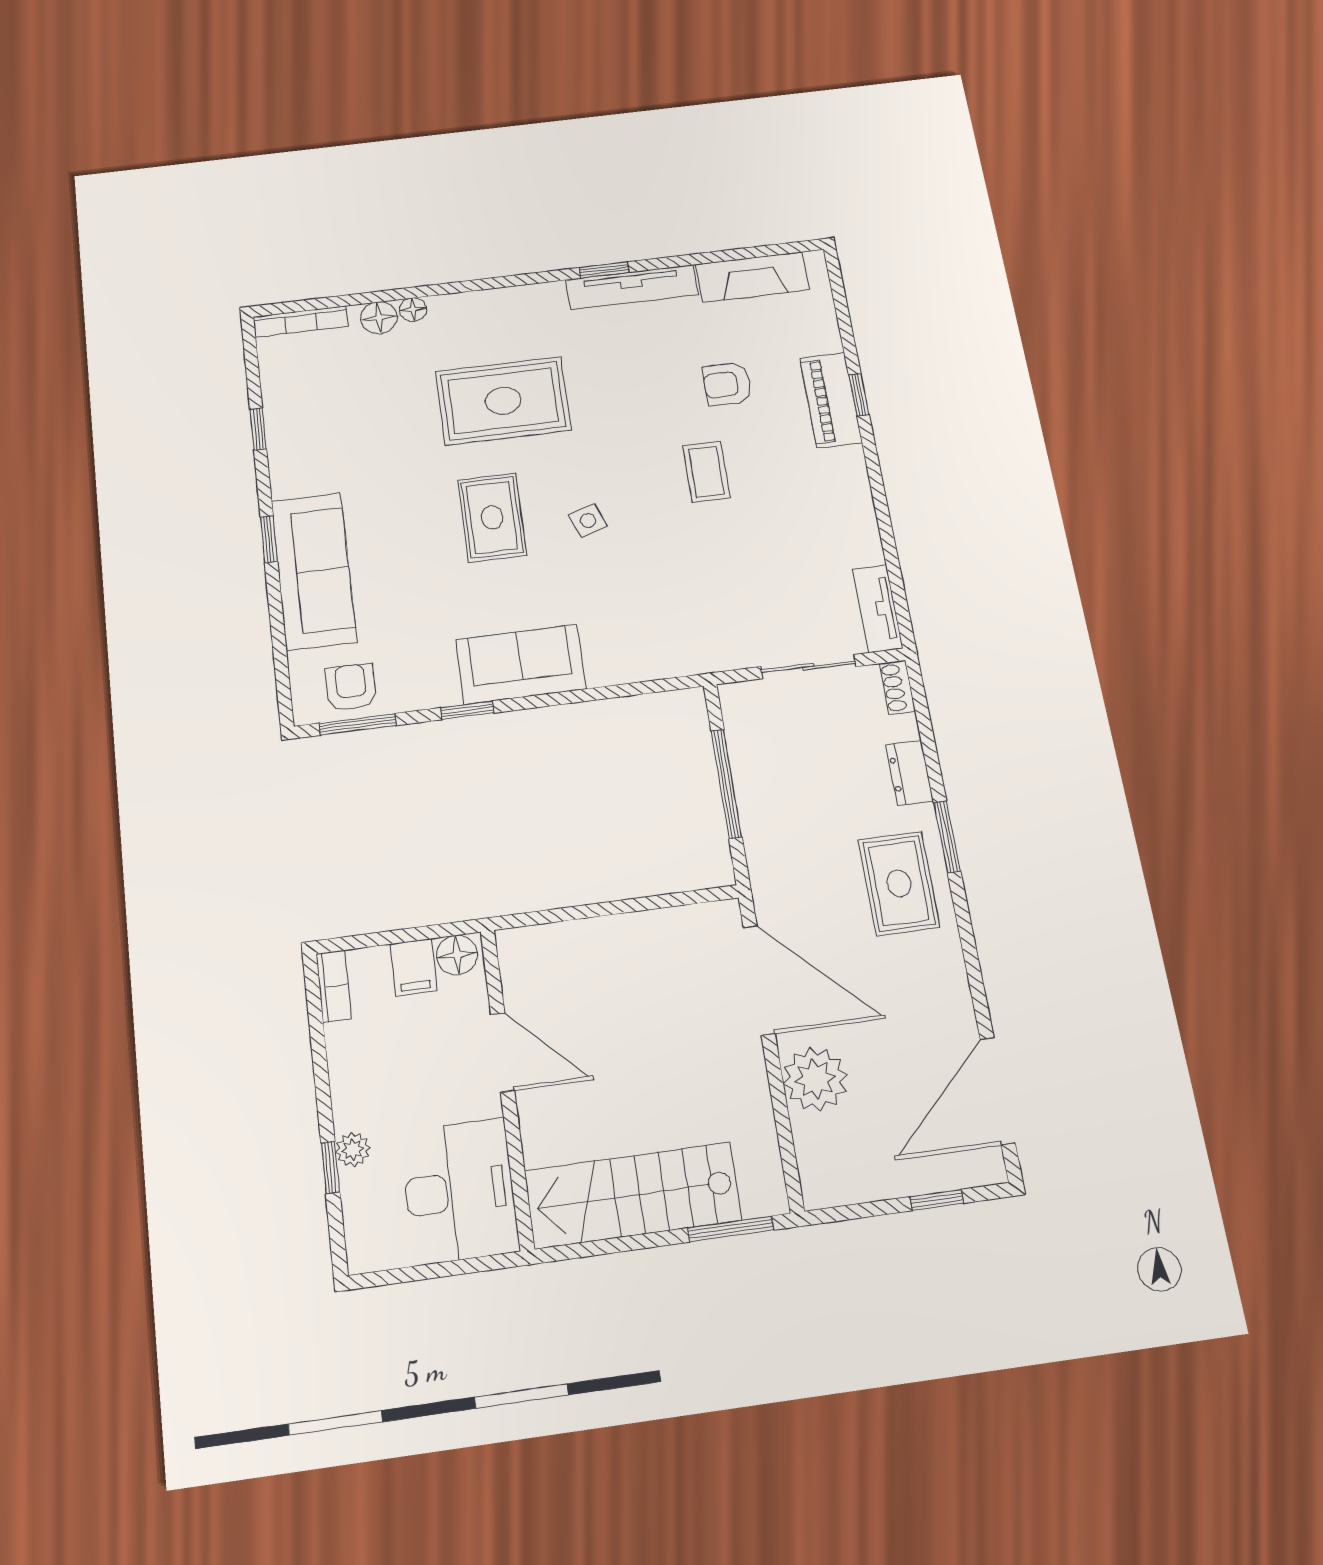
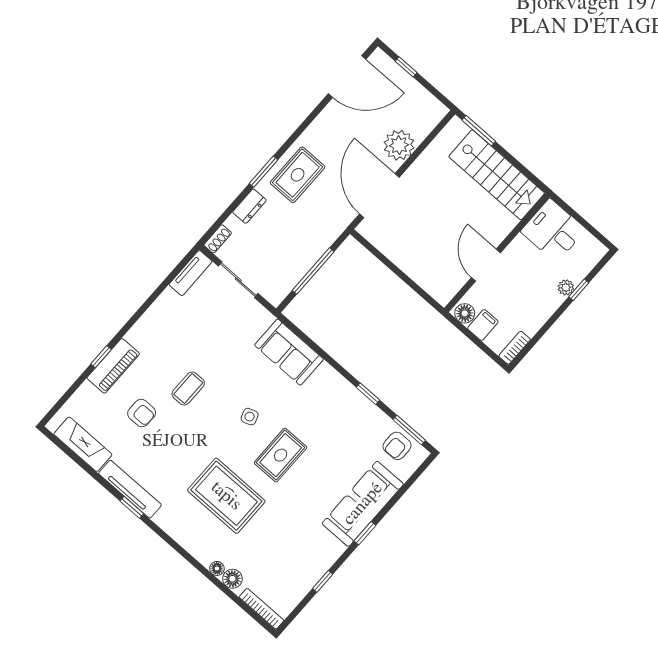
sofa: (521, 664) -> (289, 352), moved
desk: (460, 1191) -> (553, 231), width x0.73

